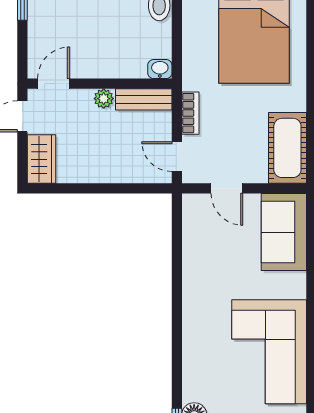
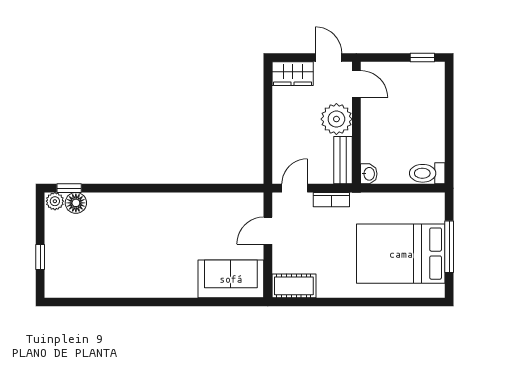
plant: (104, 99) -> (336, 119), width x1.88, depth x1.88
cot: (287, 148) -> (294, 286), width x0.73, depth x0.75
corner sofa: (269, 352) -> (130, 266), removed

